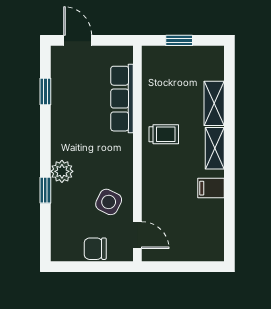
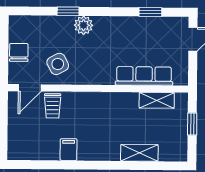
trolley: (164, 134) -> (53, 106), moved
shelving: (215, 148) -> (157, 100), moved
side table: (109, 202) -> (58, 64), turned 36

